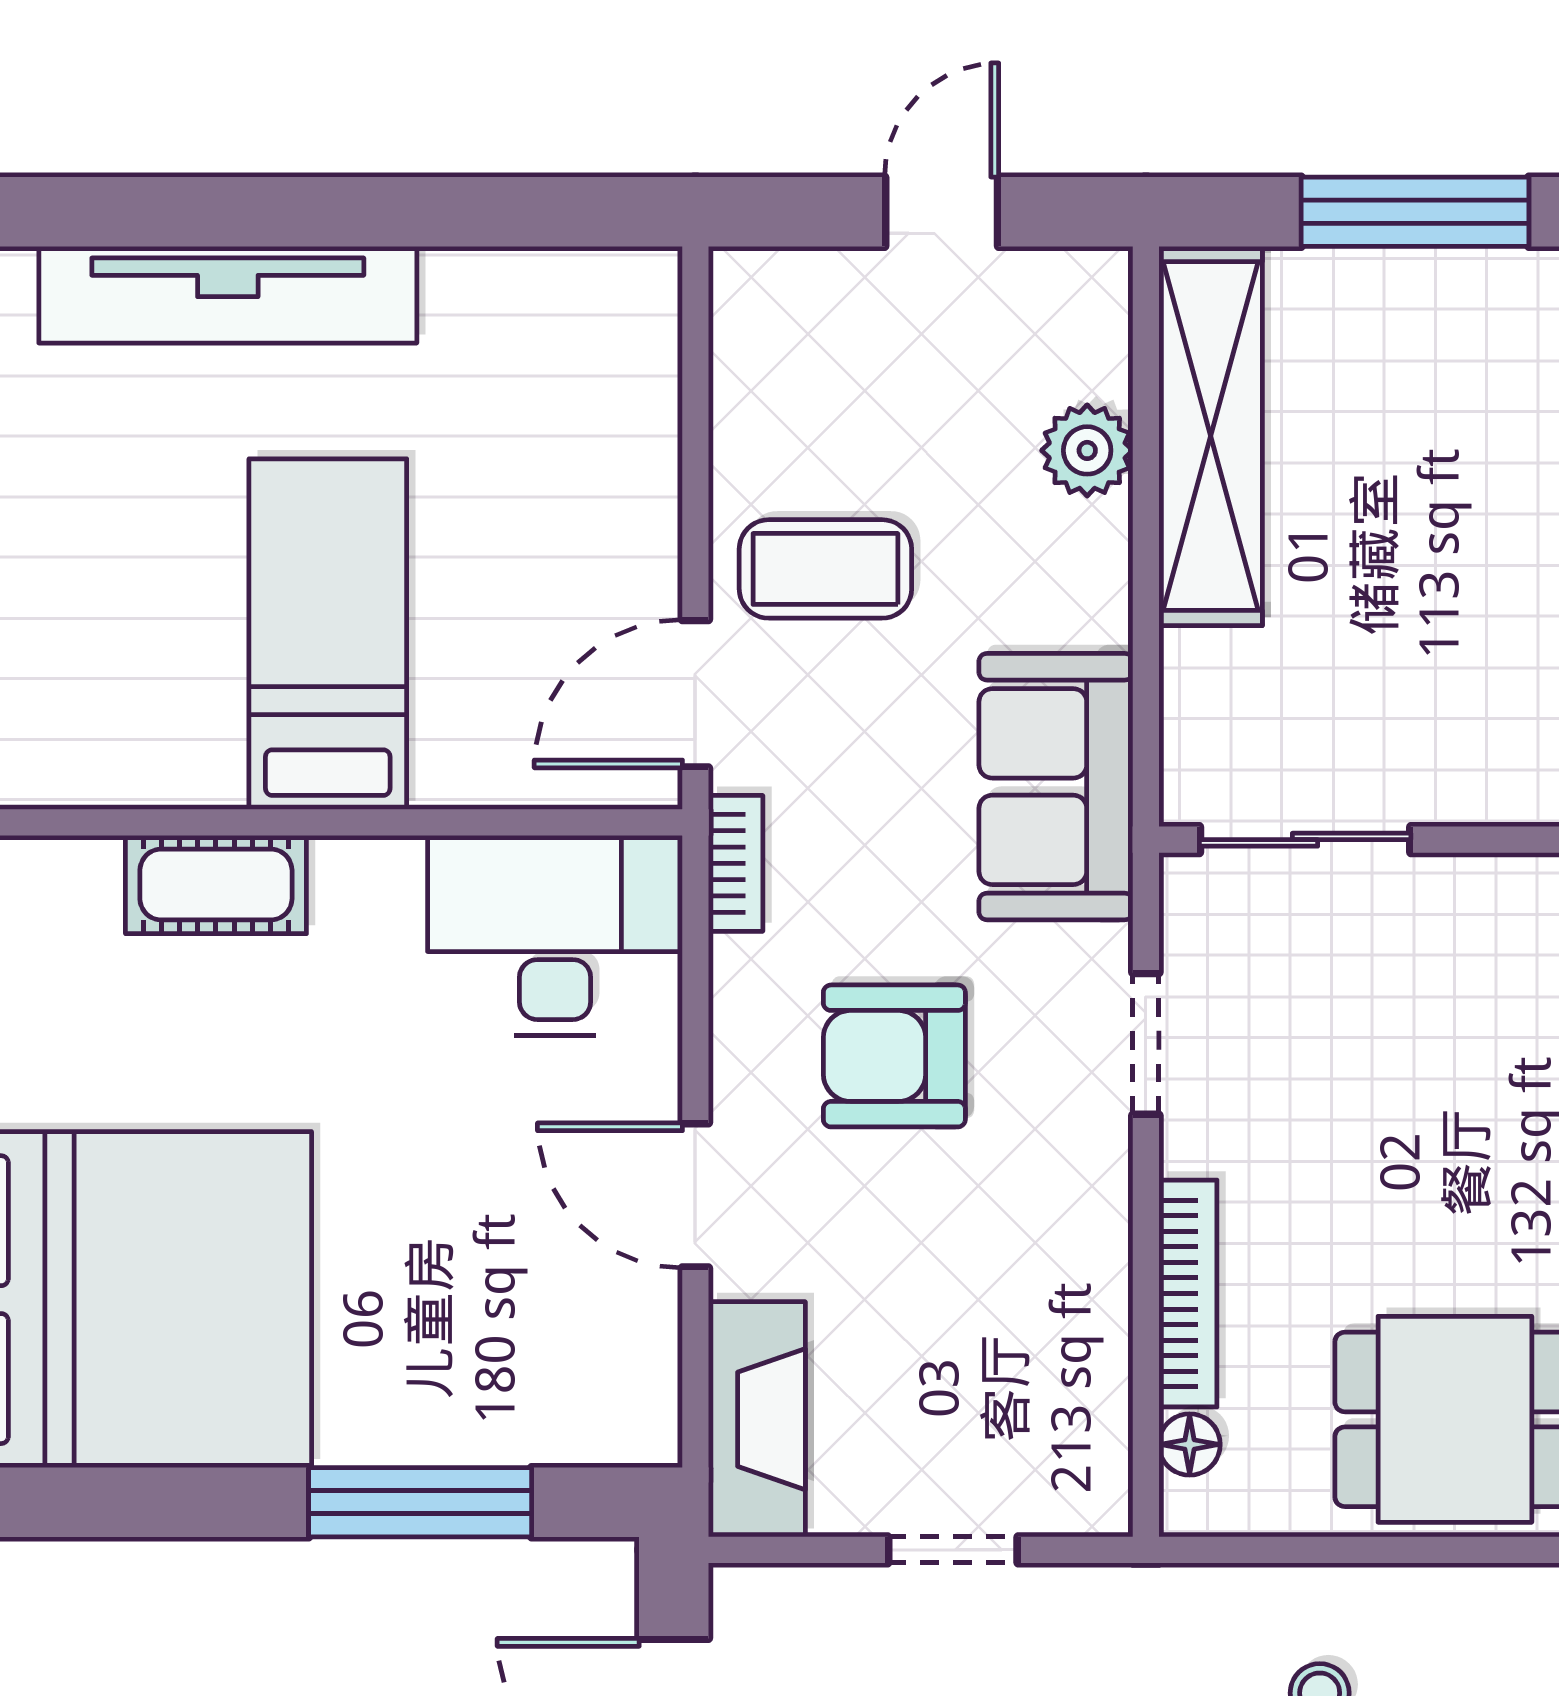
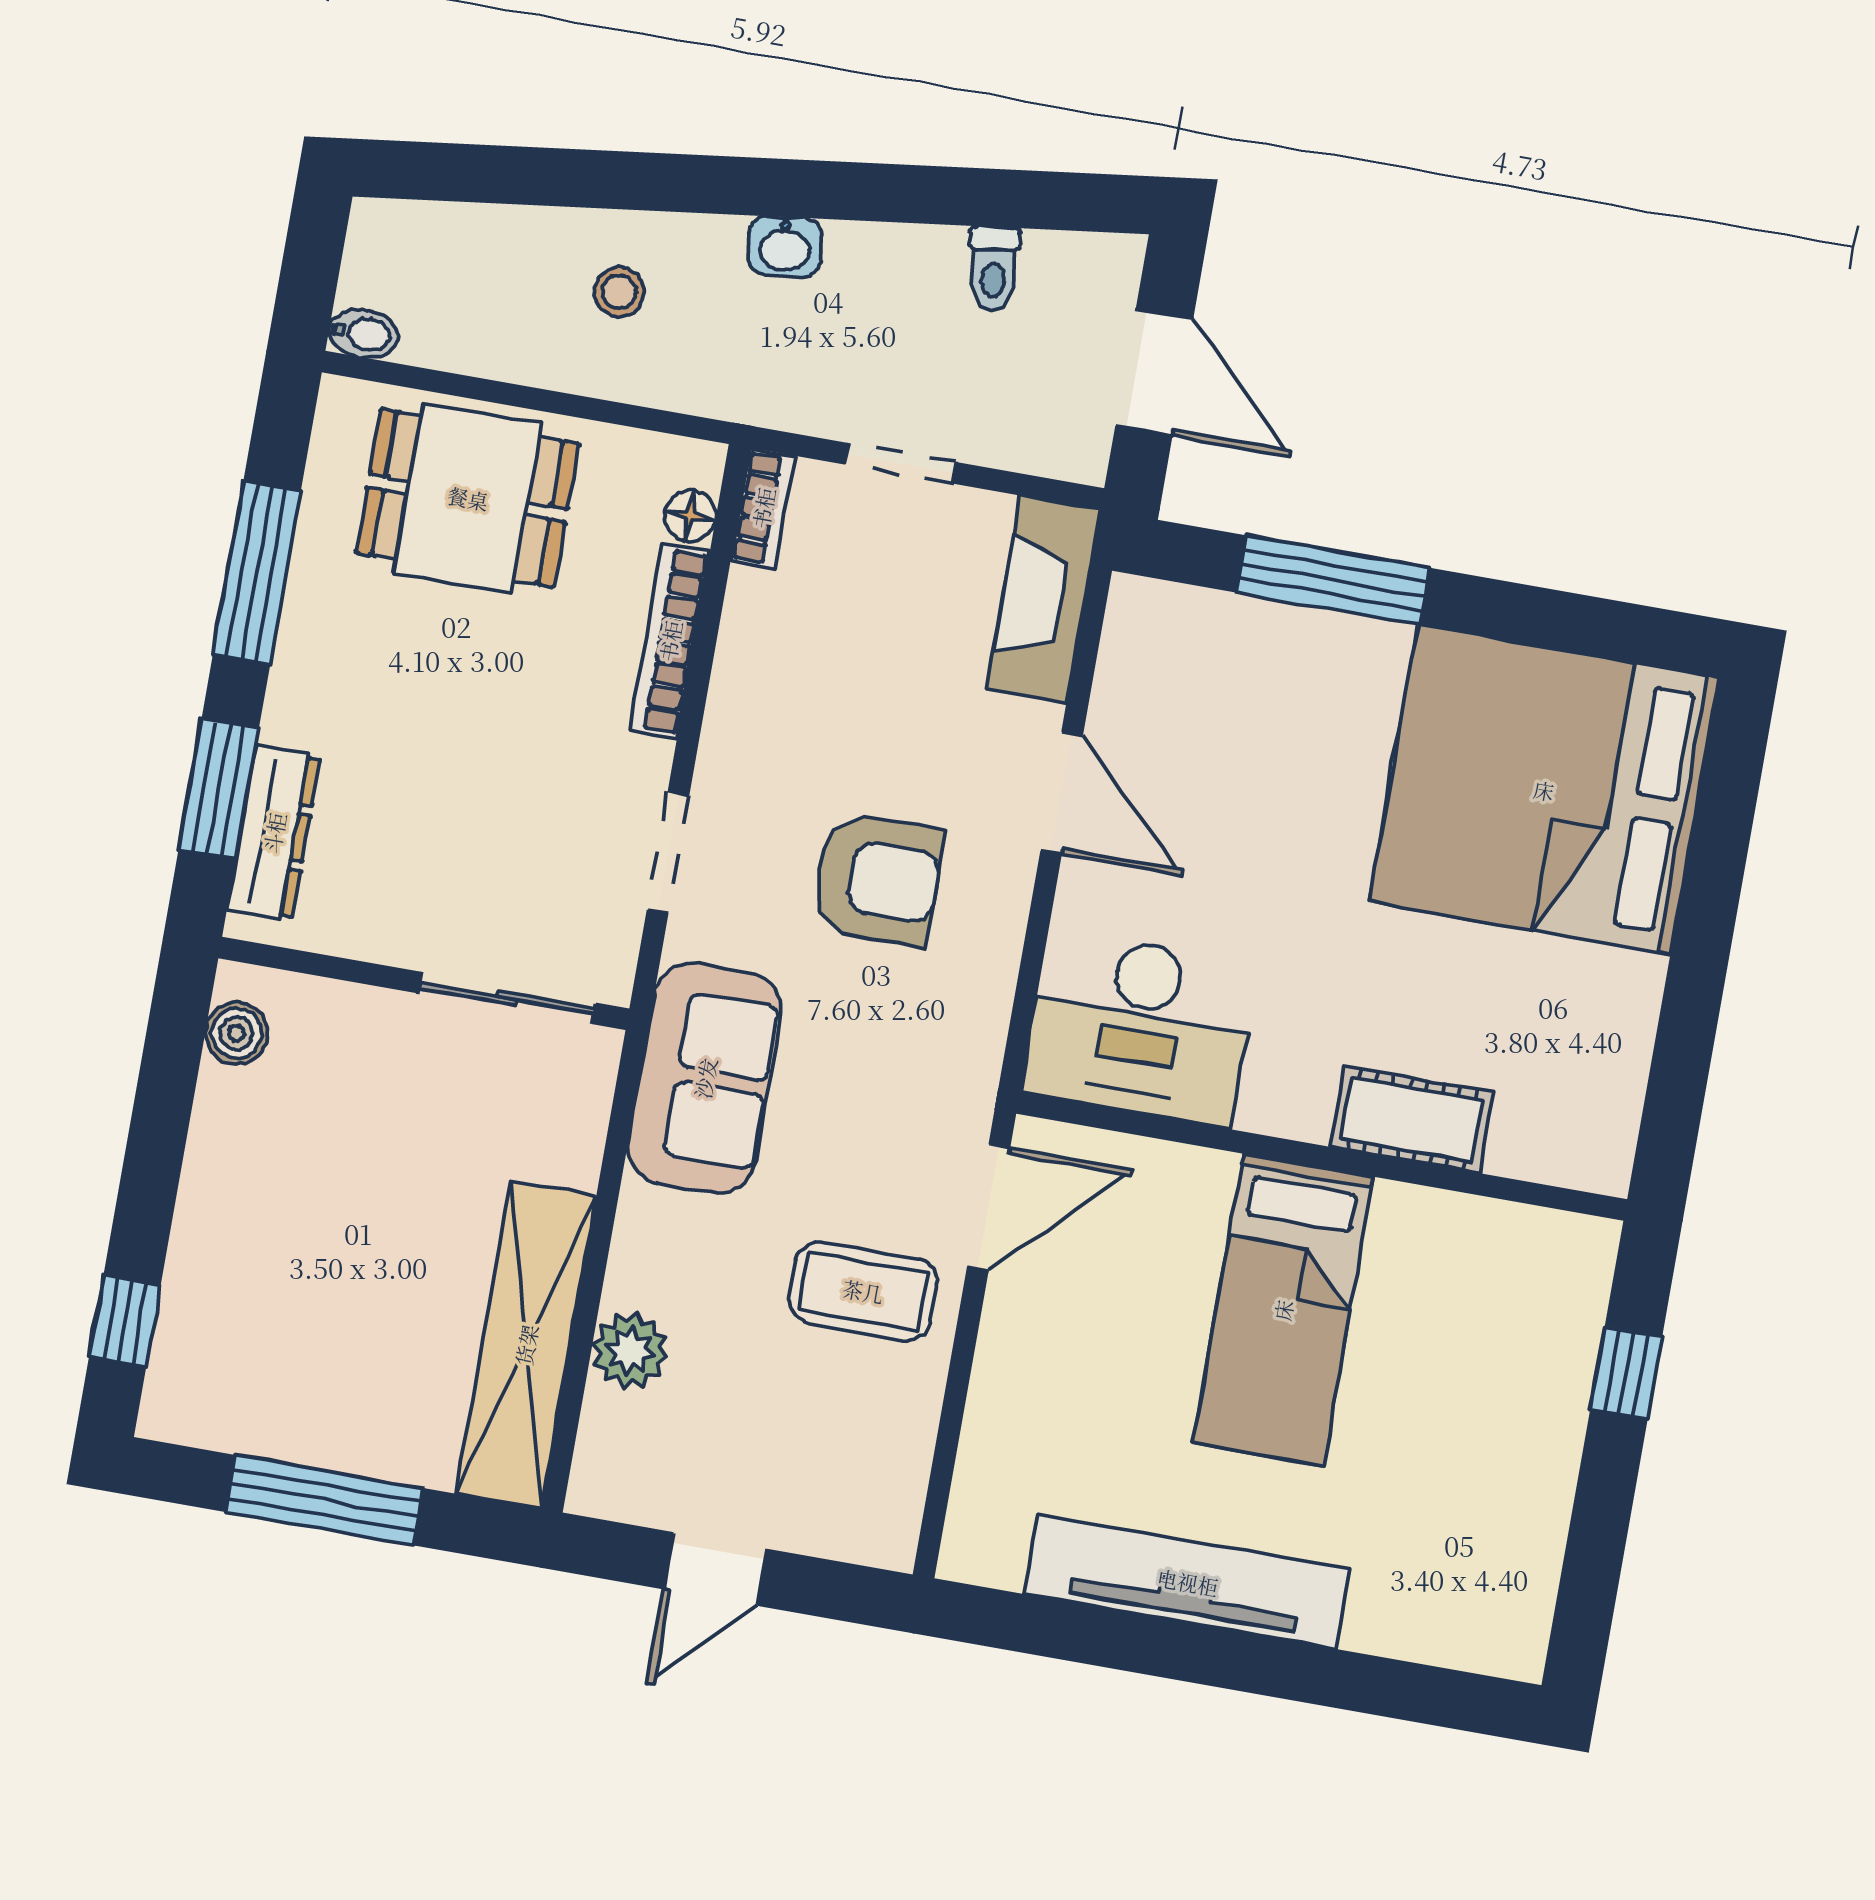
tv unit: (228, 295) -> (1188, 1582), moved
bookcase: (736, 863) -> (763, 508), moved, turned 180

